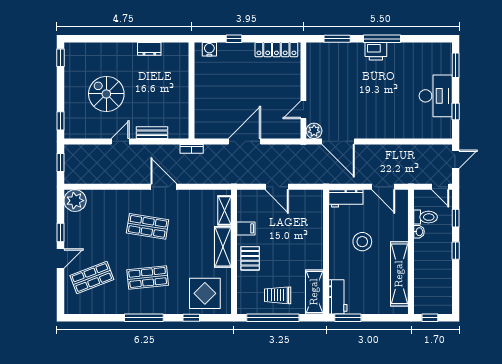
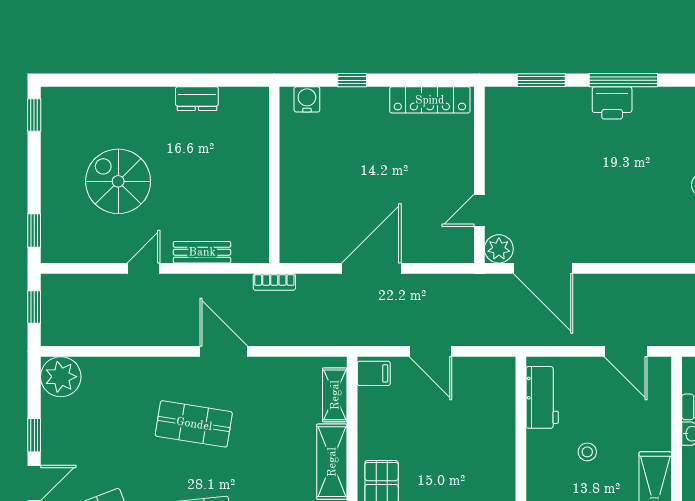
workbench: (346, 198) -> (542, 397), moved, turned -90
filing cabinet: (246, 228) -> (374, 373), moved
stool: (362, 242) -> (587, 452), width x0.53, depth x0.53

